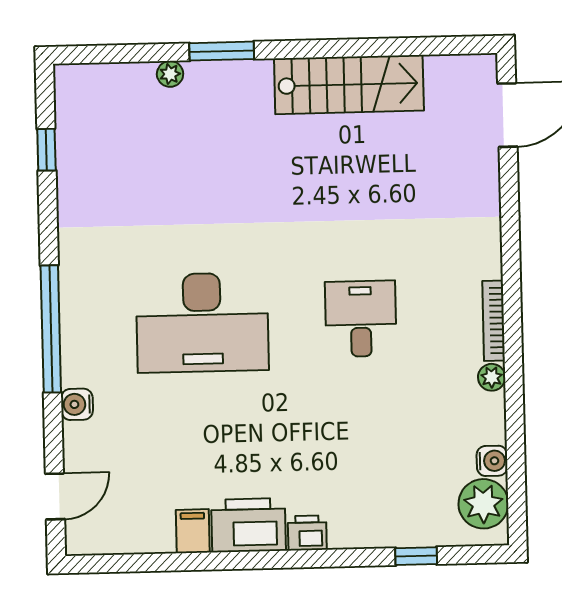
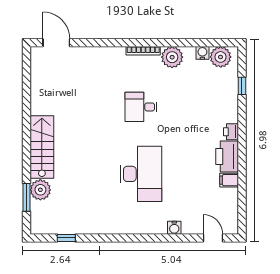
window: (222, 51) -> (26, 197), moved
plant: (170, 74) -> (40, 190), width x1.88, depth x1.88
stairs: (349, 85) -> (42, 147), moved
window: (51, 329) -> (142, 238), removed
plant: (492, 377) -> (172, 57), width x1.88, depth x1.88

